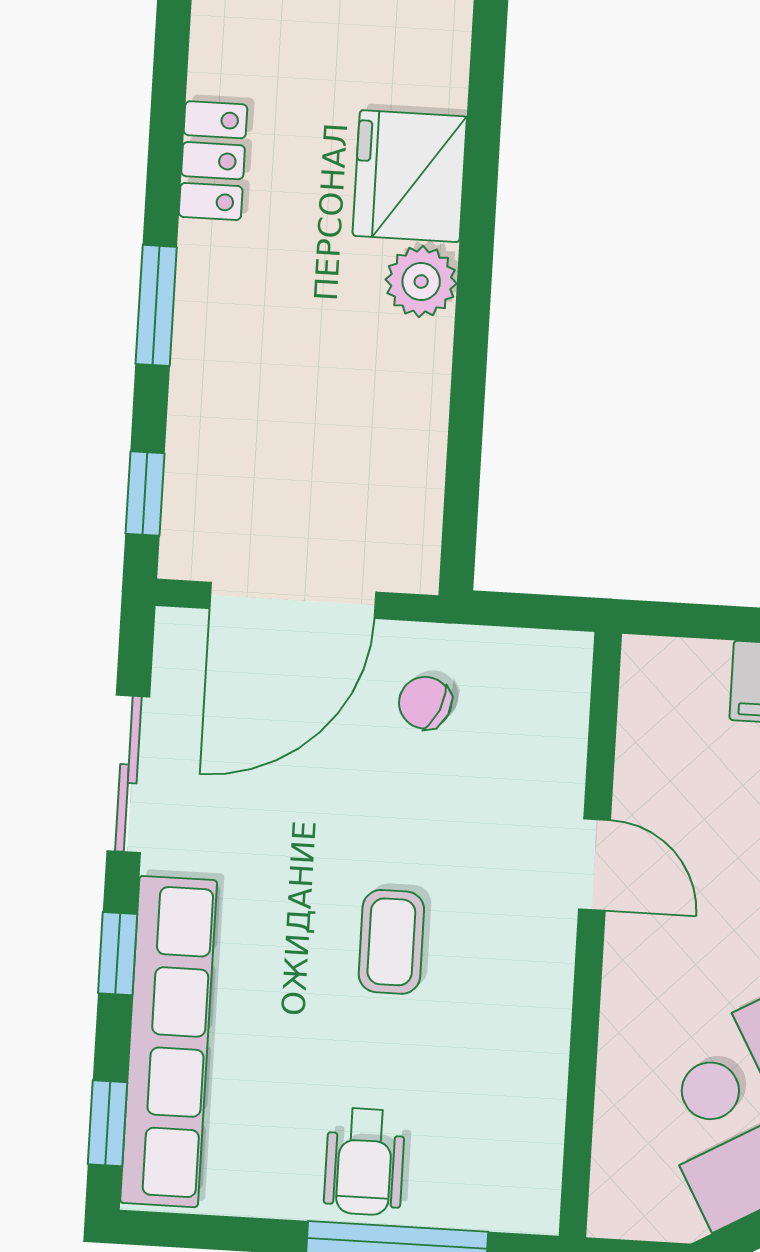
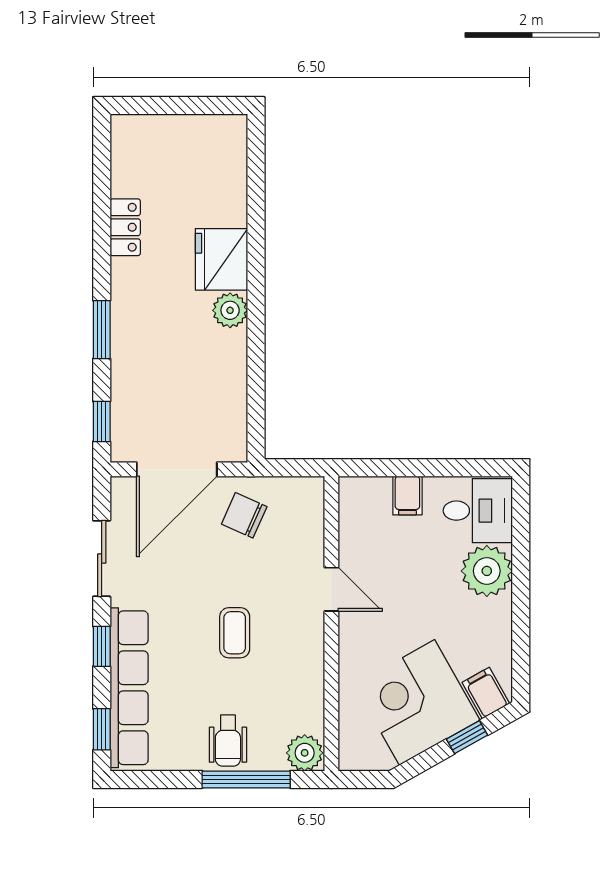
locker: (213, 161) -> (125, 227), moved
chair: (425, 703) -> (244, 515), width x1.37, depth x1.37
plant: (520, 1196) -> (305, 753), added

